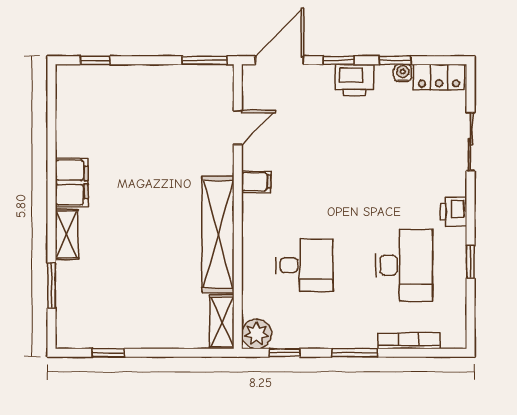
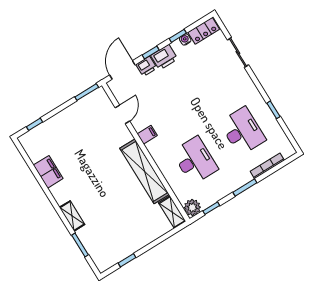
filing cabinet: (72, 182) -> (48, 172), moved
printer: (454, 212) -> (146, 66), moved, turned -90
desk: (304, 265) -> (195, 161), width x1.37

